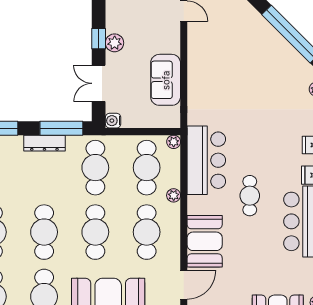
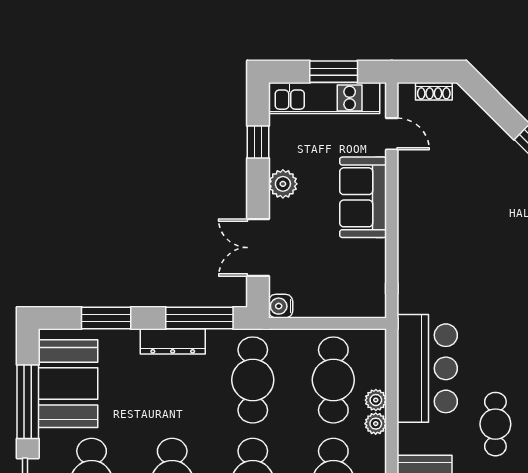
window: (99, 39) -> (258, 142), moved
sofa: (166, 80) -> (363, 197), moved
plant: (174, 142) -> (376, 400), moved

